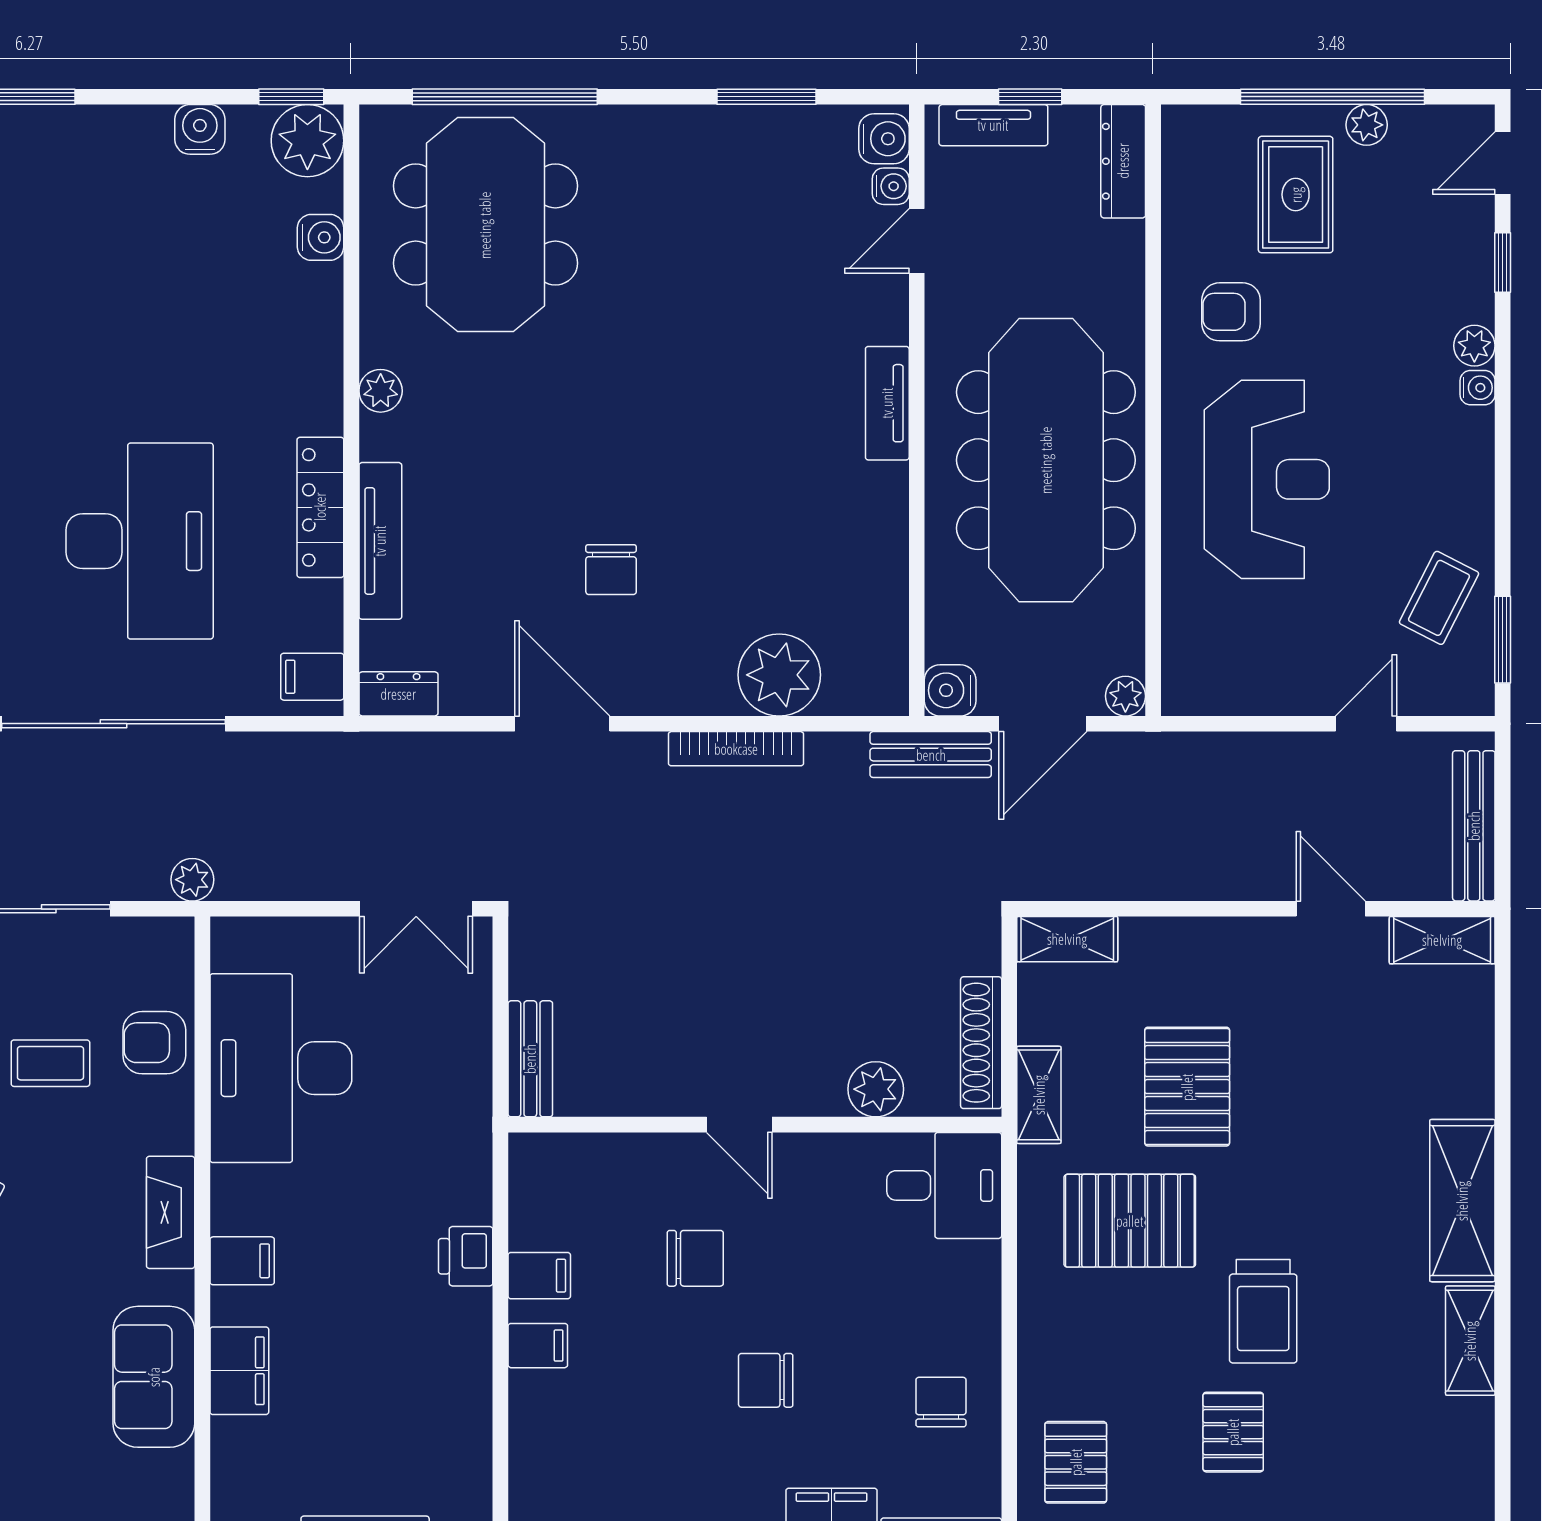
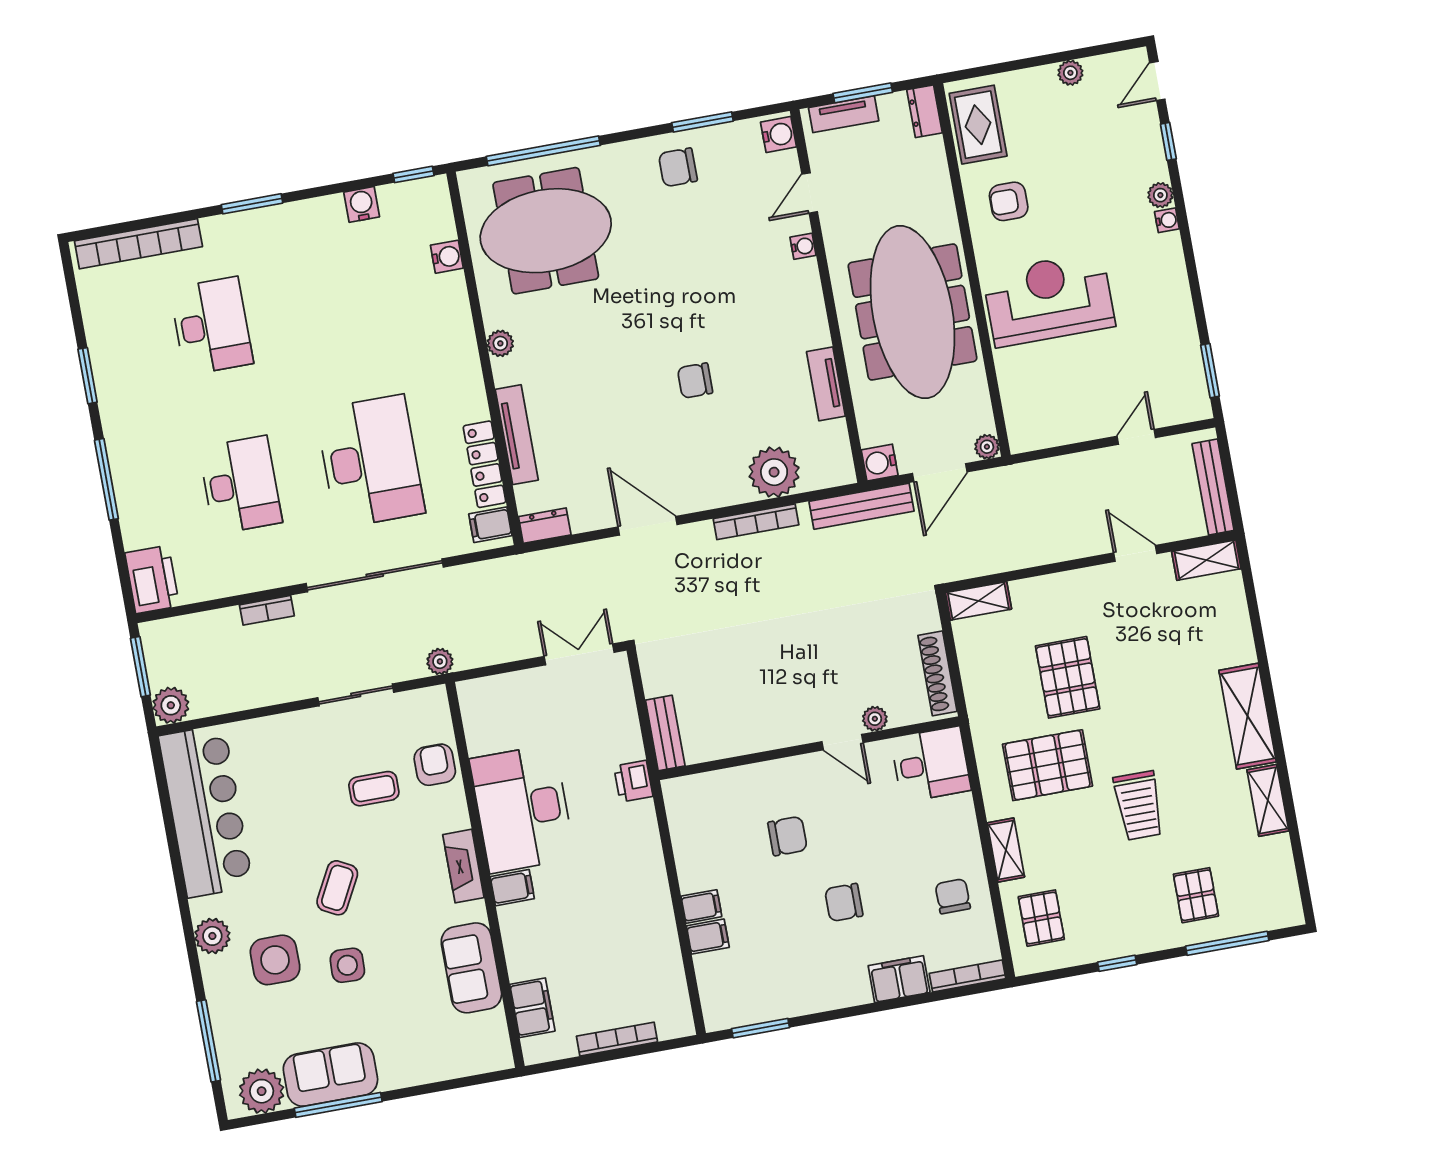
window: (1030, 97) -> (863, 93), width x1.50
window: (1333, 97) -> (1047, 59), removed
plant: (307, 141) -> (428, 199), removed
dresser: (1123, 161) -> (925, 111), width x0.70
chair: (714, 162) -> (678, 167), added
water cooler: (891, 186) -> (803, 246), moved
rug: (1296, 195) -> (978, 125), moved
meeting table: (485, 225) -> (546, 231), turned 90
tv unit: (887, 403) -> (826, 384), moved
reception desk: (1267, 479) -> (1049, 299), turned -90
locker: (320, 507) -> (484, 464), moved
chair: (611, 570) -> (695, 381), moved, turned 90
coffee table: (1439, 598) -> (1167, 352), removed
bench: (931, 755) -> (862, 506), width x1.36
double door: (416, 909) -> (579, 654), swing flipped
armchair: (154, 1043) -> (435, 765), turned 90
desk: (281, 1068) -> (522, 809), moved
plant: (876, 1089) -> (875, 719), width x0.73, depth x0.73
shelving: (1039, 1095) -> (1006, 850), moved
door: (739, 1125) -> (842, 742), moved
printer: (466, 1256) -> (633, 781), moved
filing cabinet: (539, 1276) -> (708, 937), moved
filing cabinet: (239, 1371) -> (532, 1008), moved
pallet: (1233, 1432) -> (1196, 895), moved

